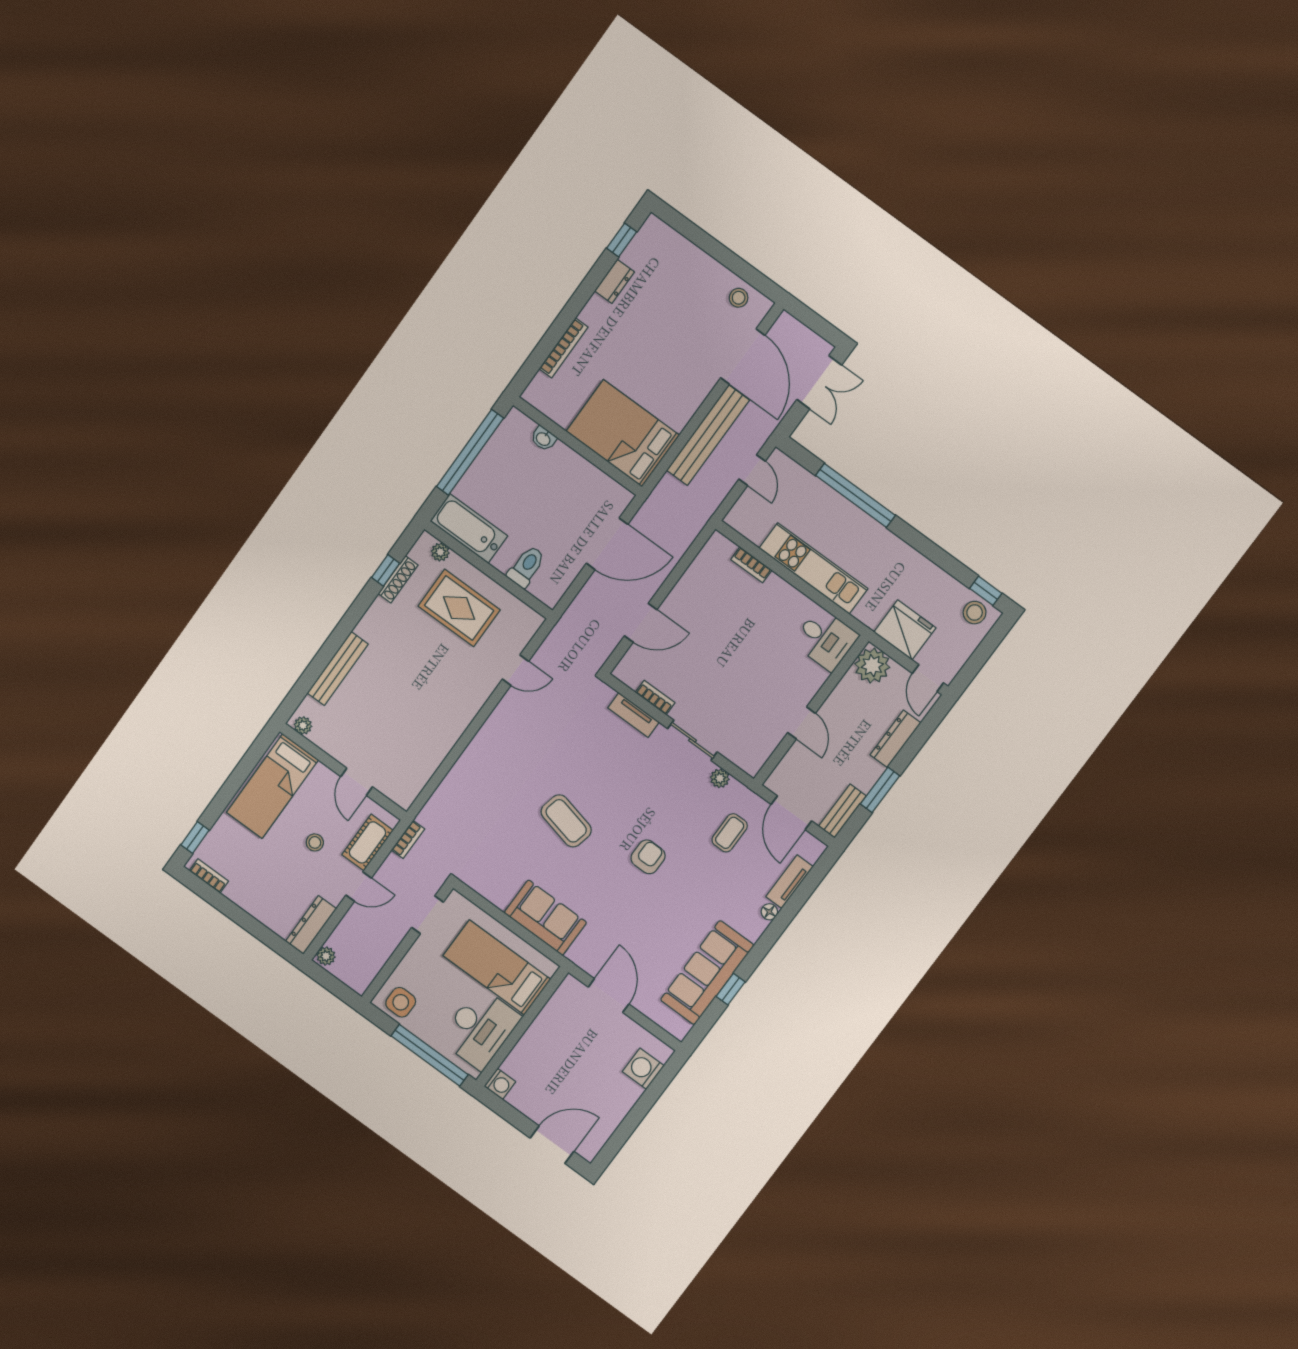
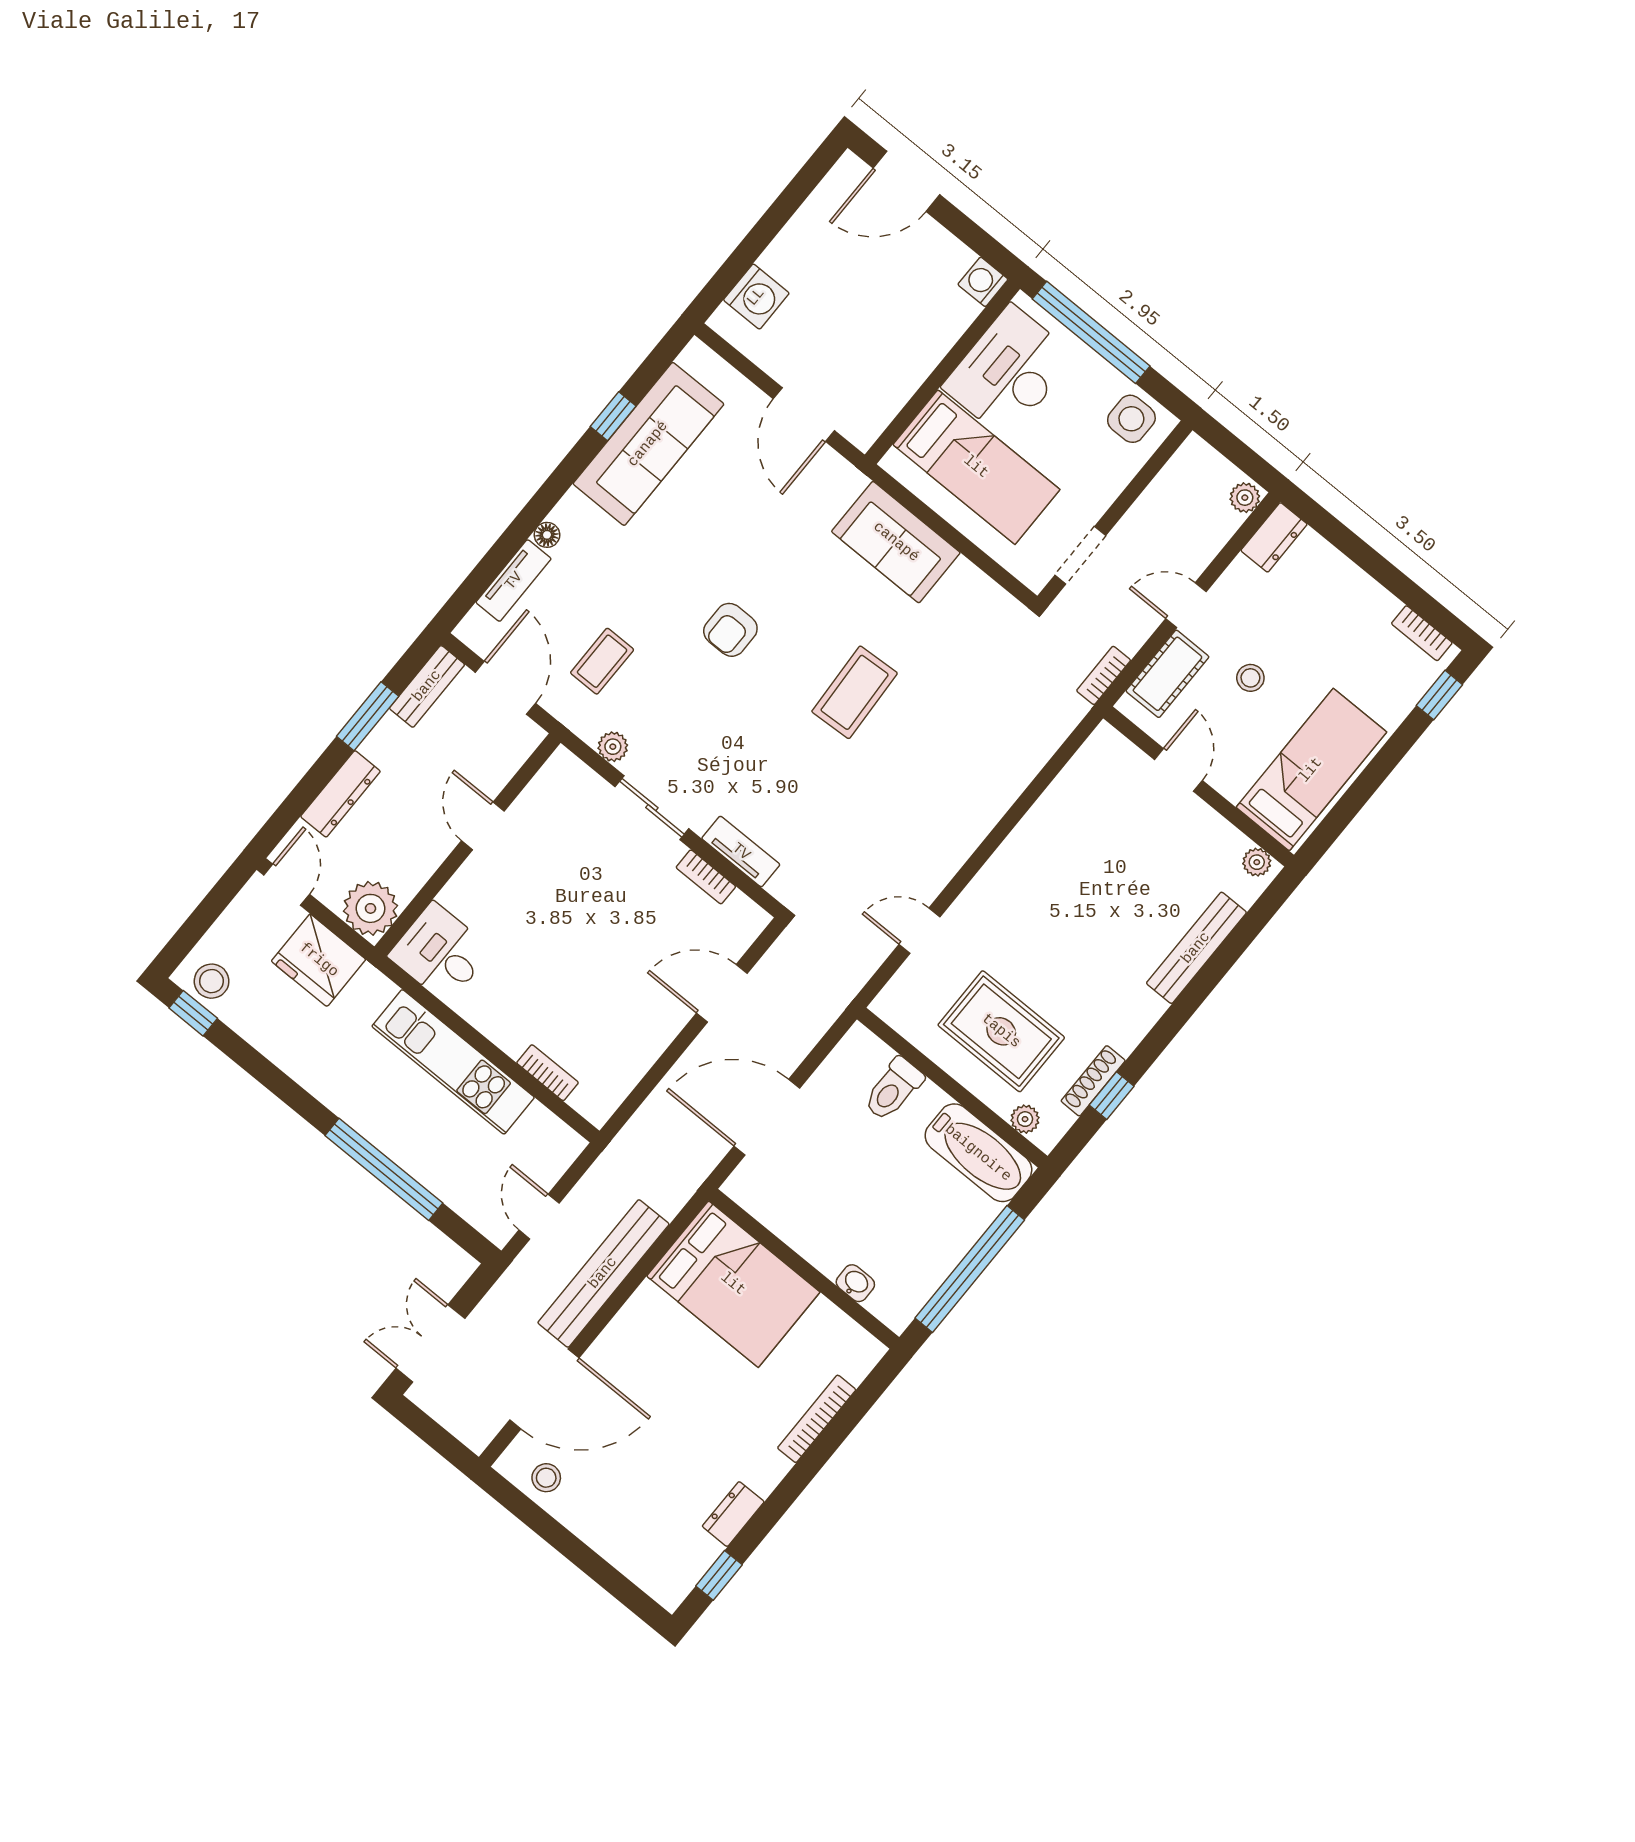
door: (743, 357) -> (544, 1389), swing flipped
coffee table: (566, 821) -> (855, 692), turned 74
dresser: (311, 925) -> (1274, 537), width x0.70

